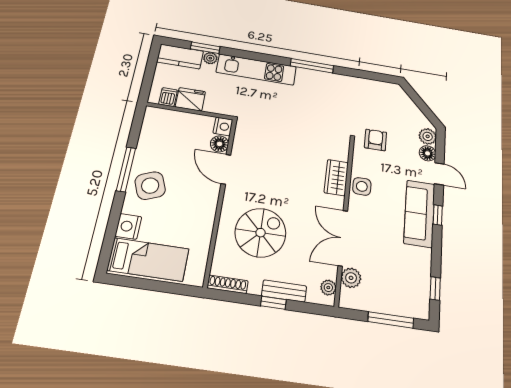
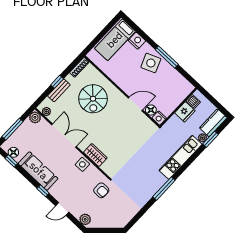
floor lamp: (428, 153) -> (13, 152), moved
sofa: (419, 213) -> (38, 171), moved
plant: (351, 278) -> (35, 117), moved

